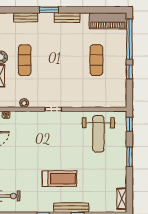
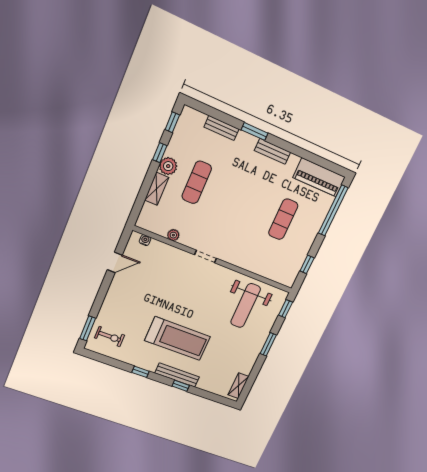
window: (129, 72) -> (307, 264), moved
treadmill: (59, 179) -> (178, 339), width x1.37, depth x1.38

